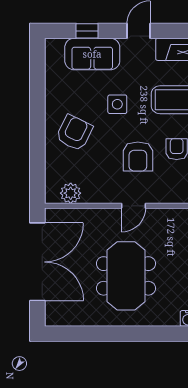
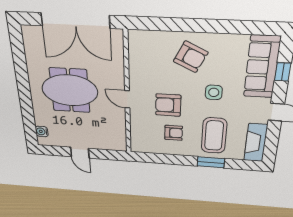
sofa: (92, 54) -> (262, 67), width x1.36
plant: (71, 193) -> (137, 51), removed

